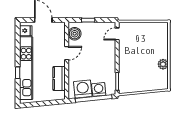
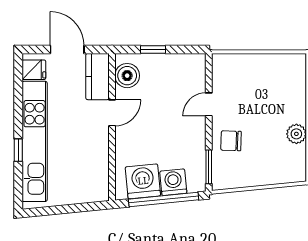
door: (117, 34) -> (209, 104), moved
chair: (129, 68) -> (231, 141), added
kitchen counter: (59, 78) -> (98, 77), moved

